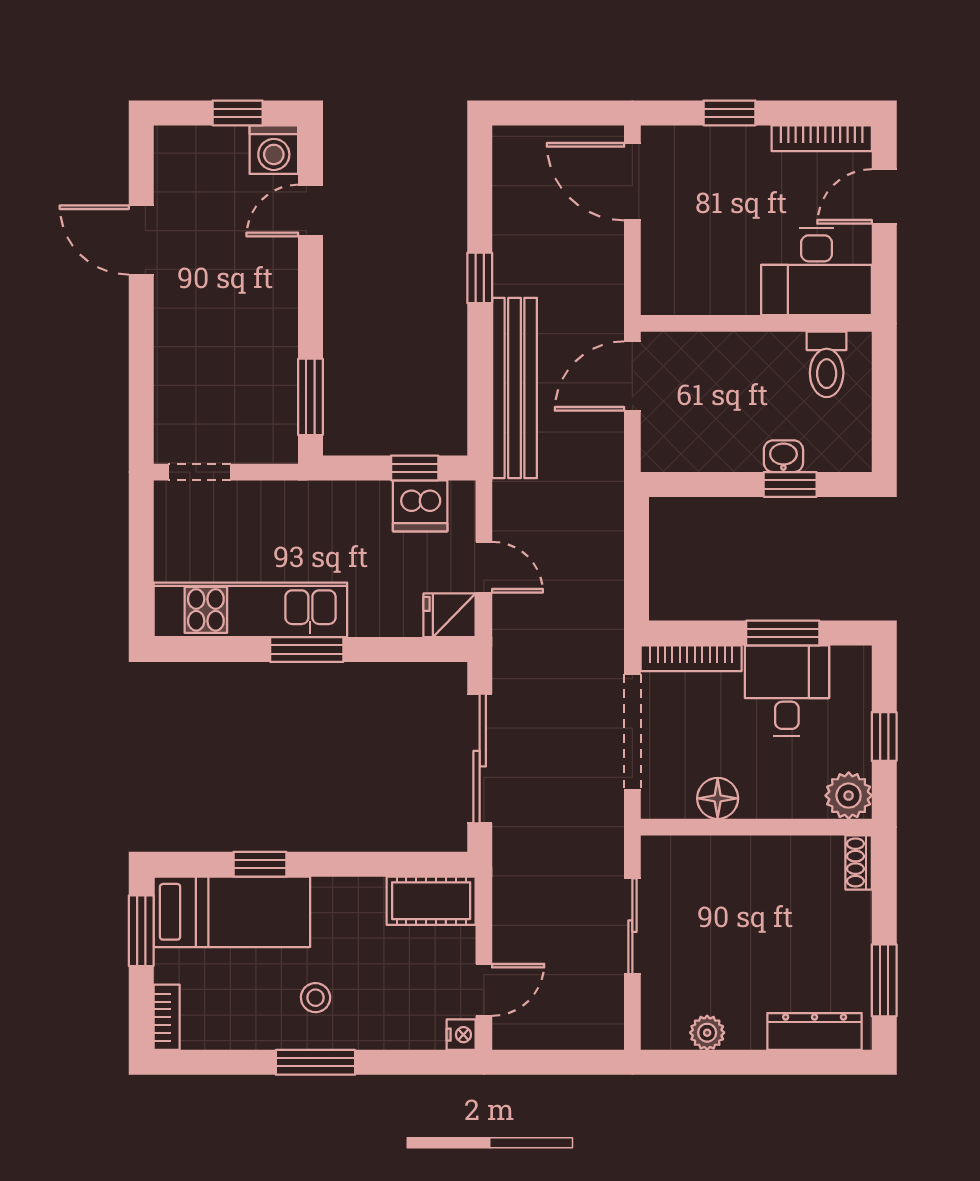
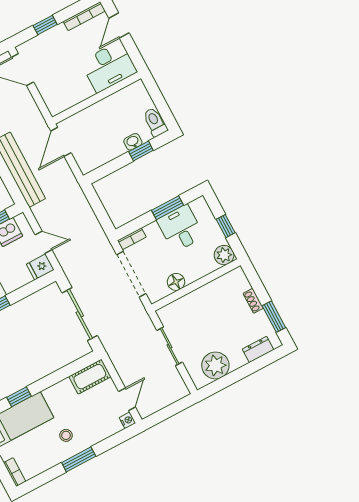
toilet: (827, 364) -> (155, 122), moved, turned 180
bookcase: (691, 658) -> (132, 239), width x0.64
shoe rack: (859, 862) -> (253, 301), moved
dresser: (815, 1031) -> (258, 349), width x0.70
plant: (707, 1033) -> (215, 365), width x1.88, depth x1.88

